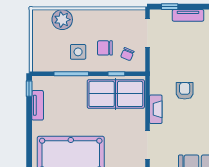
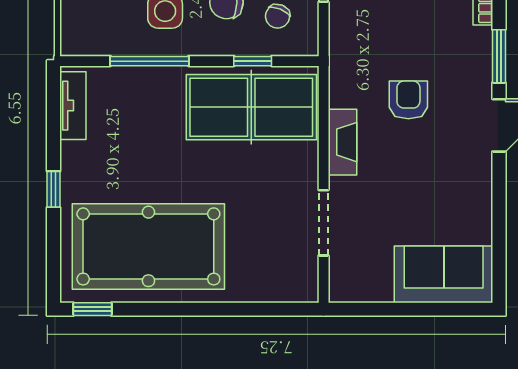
window: (29, 89) -> (53, 189), moved
tv unit: (38, 105) -> (73, 106), moved

